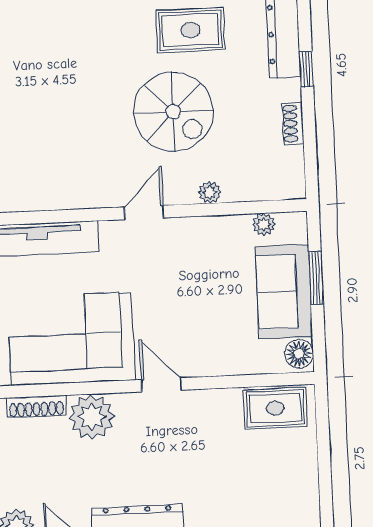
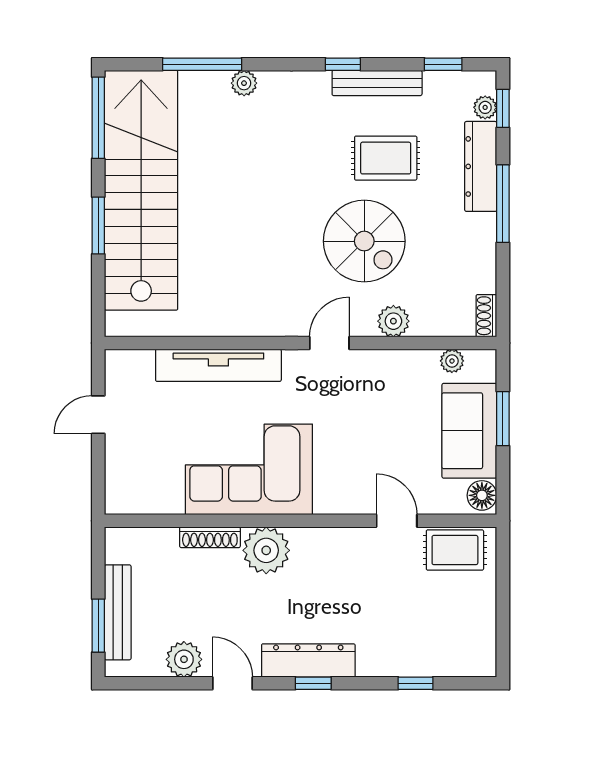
window: (306, 69) -> (503, 204), width x2.17
shoe rack: (293, 123) -> (486, 316), moved
plant: (210, 192) -> (393, 321), width x1.38, depth x1.38
door: (161, 385) -> (397, 521), moved

